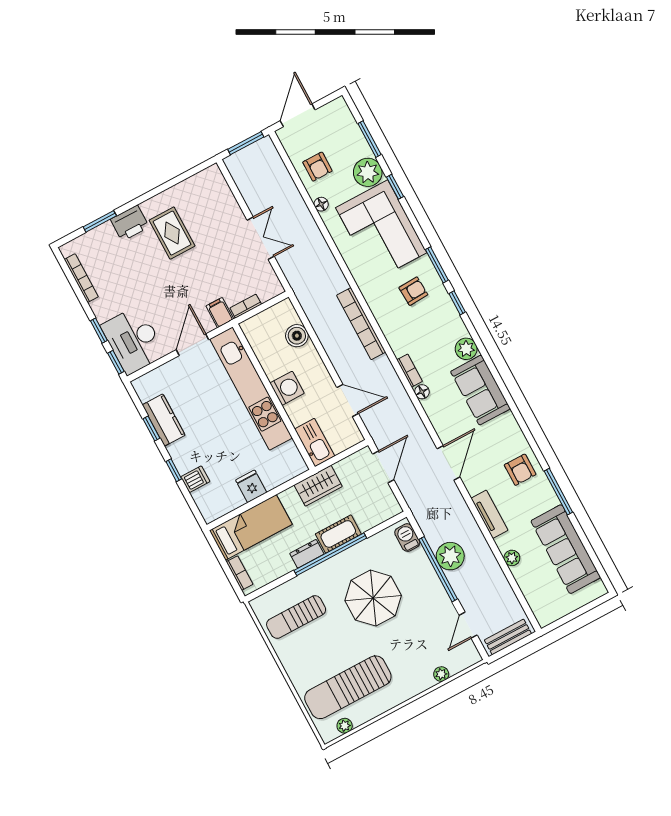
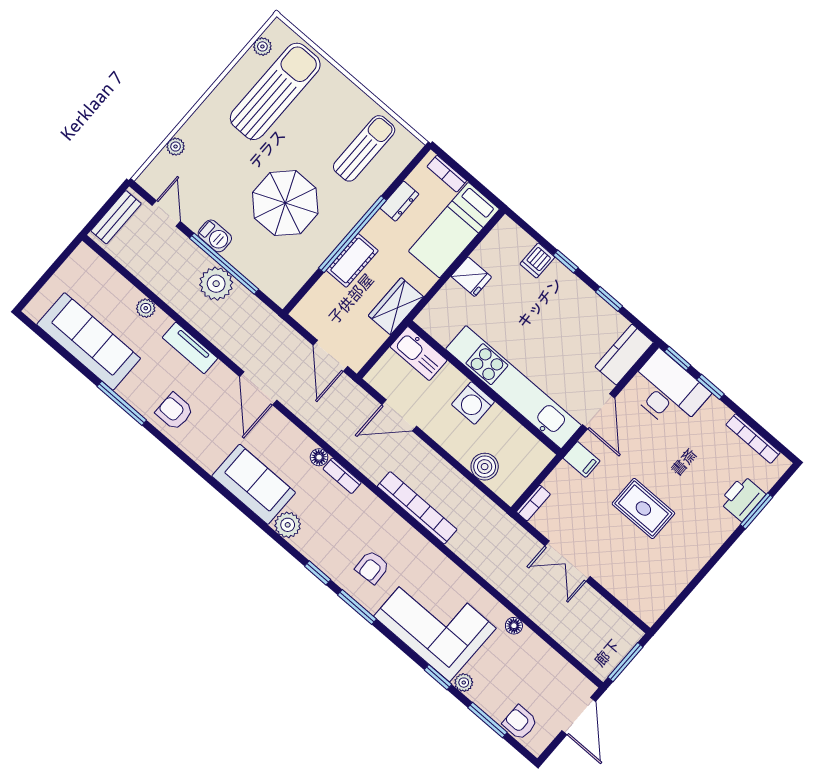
armchair: (317, 167) -> (520, 723), moved
plant: (368, 172) -> (464, 683), width x0.53, depth x0.53
printer: (130, 223) -> (742, 498), moved
rug: (172, 233) -> (643, 508), moved
bookcase: (246, 306) -> (533, 503), moved
kitchen counter: (164, 420) -> (624, 355), moved, turned 90
barbecue: (407, 538) -> (215, 236), moved
dresser: (307, 554) -> (399, 201), moved

